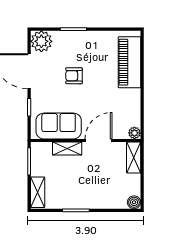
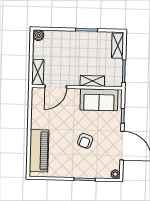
plant: (41, 41) -> (115, 174), width x0.53, depth x0.53
armchair: (74, 76) -> (85, 141), turned 109
plant: (134, 133) -> (36, 92), removed
door: (98, 140) -> (56, 87), moved

